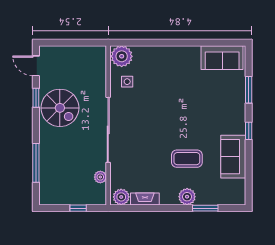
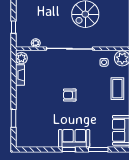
armchair: (173, 130) -> (70, 95), added
sofa: (233, 157) -> (74, 138), moved
coffee table: (187, 159) -> (117, 89), moved
plant: (187, 197) -> (22, 105), removed

